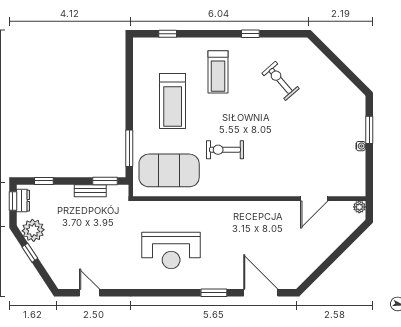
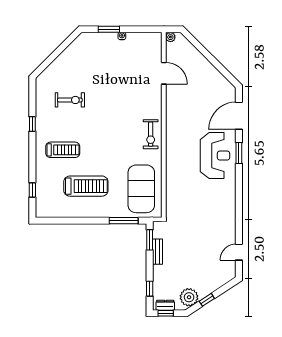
exercise bike: (281, 81) -> (70, 100), turned -139
exercise bike: (225, 150) -> (151, 134), moved
reception desk: (171, 250) -> (215, 156), moved

